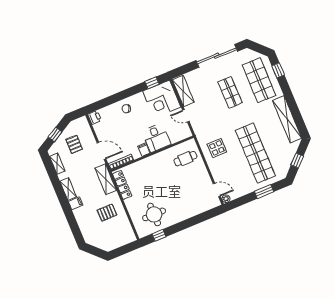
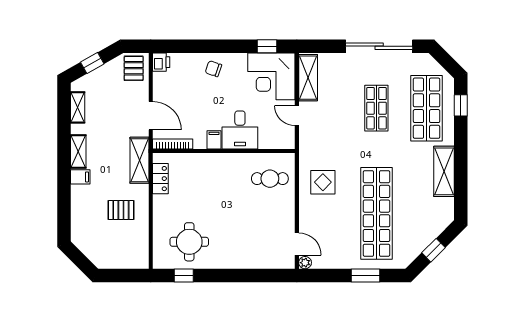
shelving: (287, 119) -> (444, 171), width x0.68
pallet: (74, 144) -> (134, 68), moved
locker: (122, 185) -> (160, 179), width x0.66

